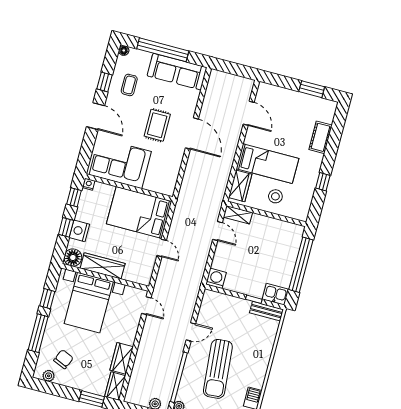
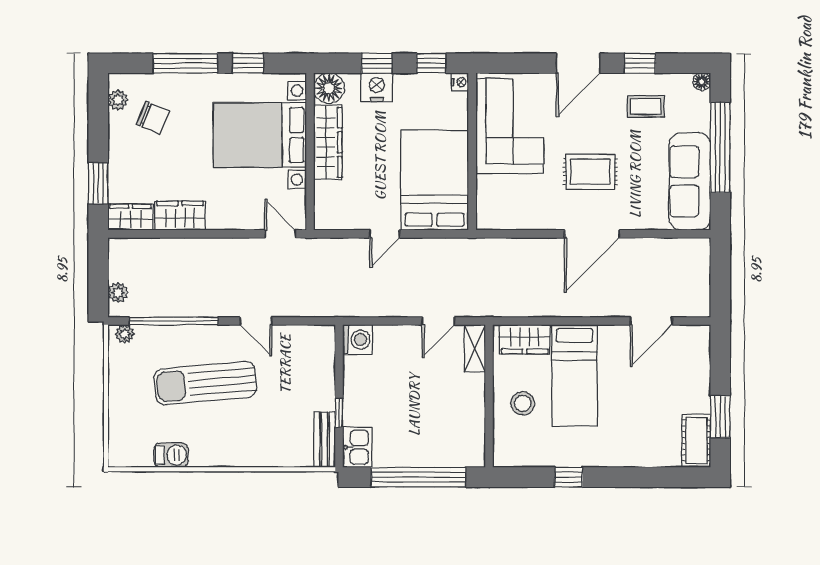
cot: (320, 137) -> (696, 440), moved, turned 90
door: (146, 306) -> (280, 234), swing flipped

